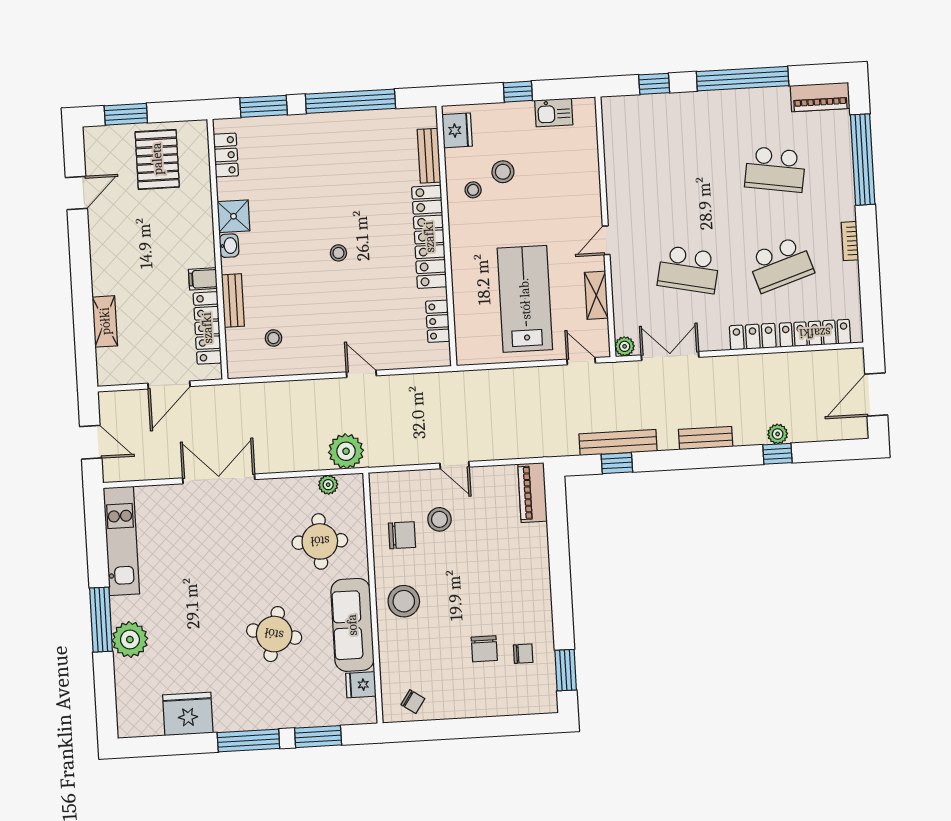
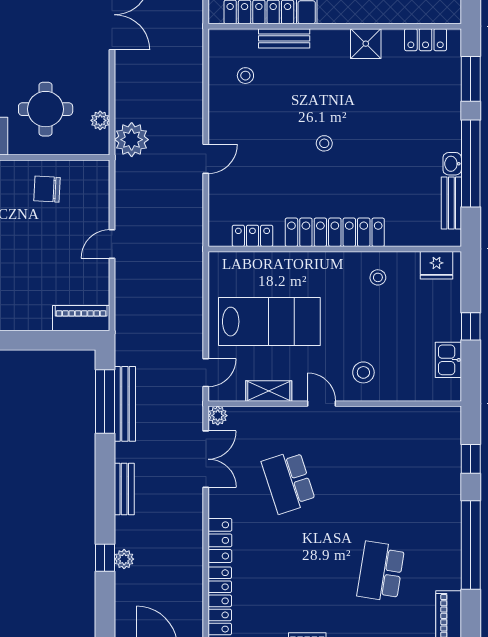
bench: (429, 156) -> (451, 203), moved, turned 90
stool: (503, 172) -> (363, 372), moved
washbasin: (229, 246) -> (452, 164), moved, turned 90
school desk: (781, 264) -> (289, 572), removed
school desk: (689, 270) -> (289, 482), turned -30
window: (617, 463) -> (105, 402), width x2.17
stool: (439, 519) -> (60, 226), removed
chair: (402, 535) -> (47, 189), turned 93

